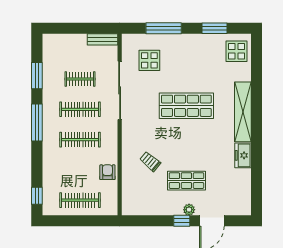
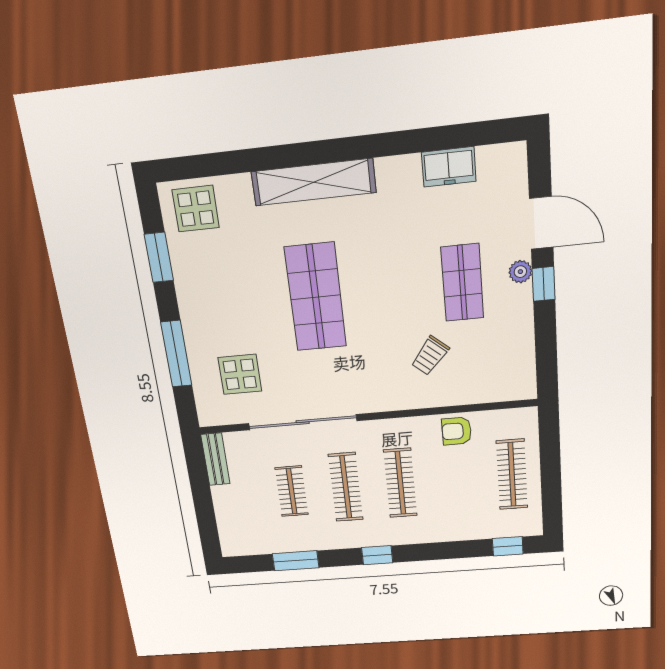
window: (37, 123) -> (377, 555), width x0.46
freezer: (243, 155) -> (449, 167), moved

